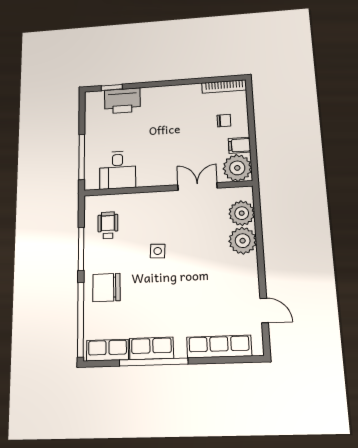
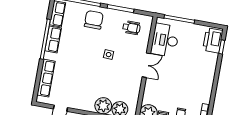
printer: (122, 101) -> (213, 40), moved
desk: (118, 170) -> (165, 40), width x1.37
double door: (197, 187) -> (146, 65), moved

